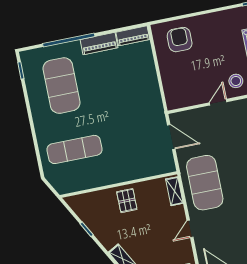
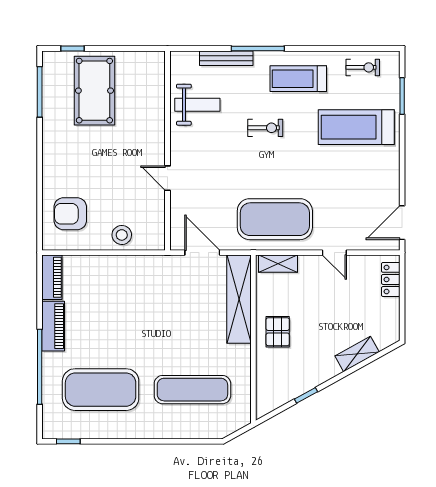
stool: (236, 81) -> (122, 235), moved
door: (171, 137) -> (202, 253), hinge flipped
exercise mat: (74, 149) -> (192, 390), turned 90
shelving: (144, 169) -> (239, 299), added
pallet: (127, 201) -> (278, 332), turned 90

